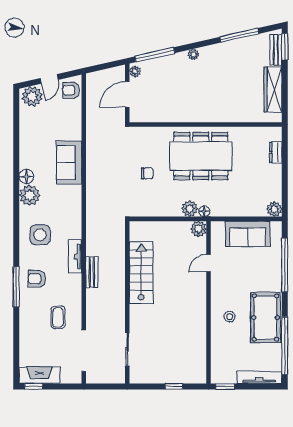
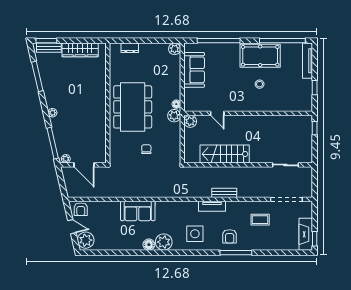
plant: (198, 229) -> (190, 121), moved
door: (209, 263) -> (217, 113), moved
wall: (209, 302) -> (248, 113), moved

